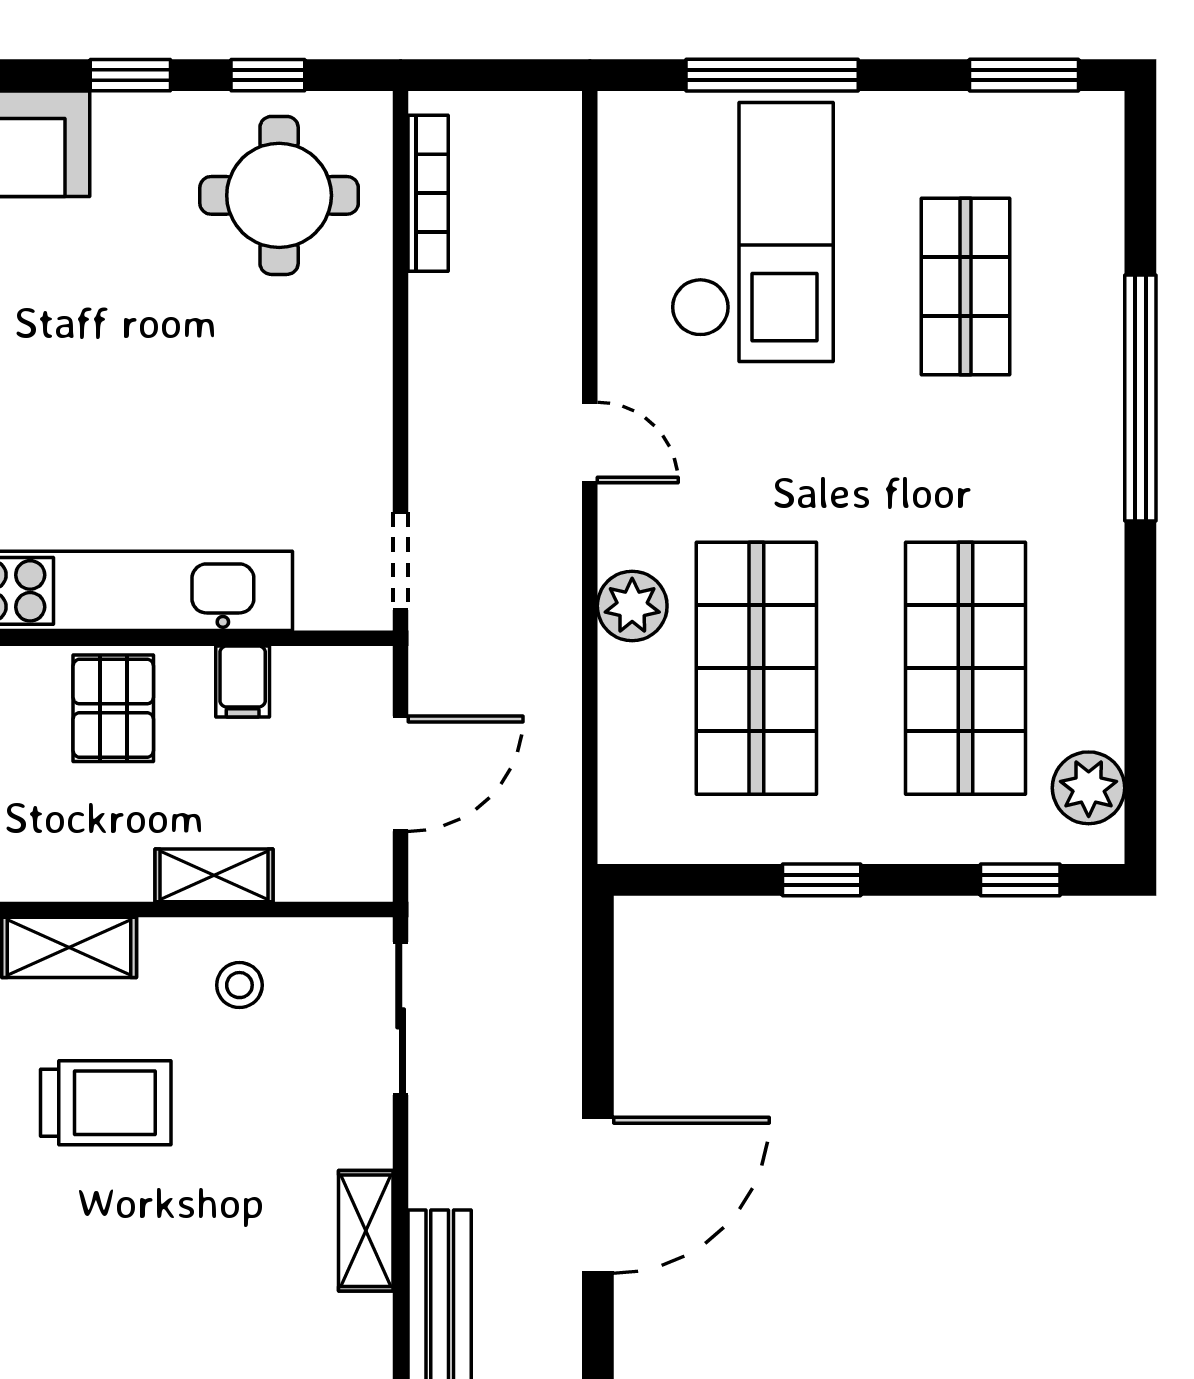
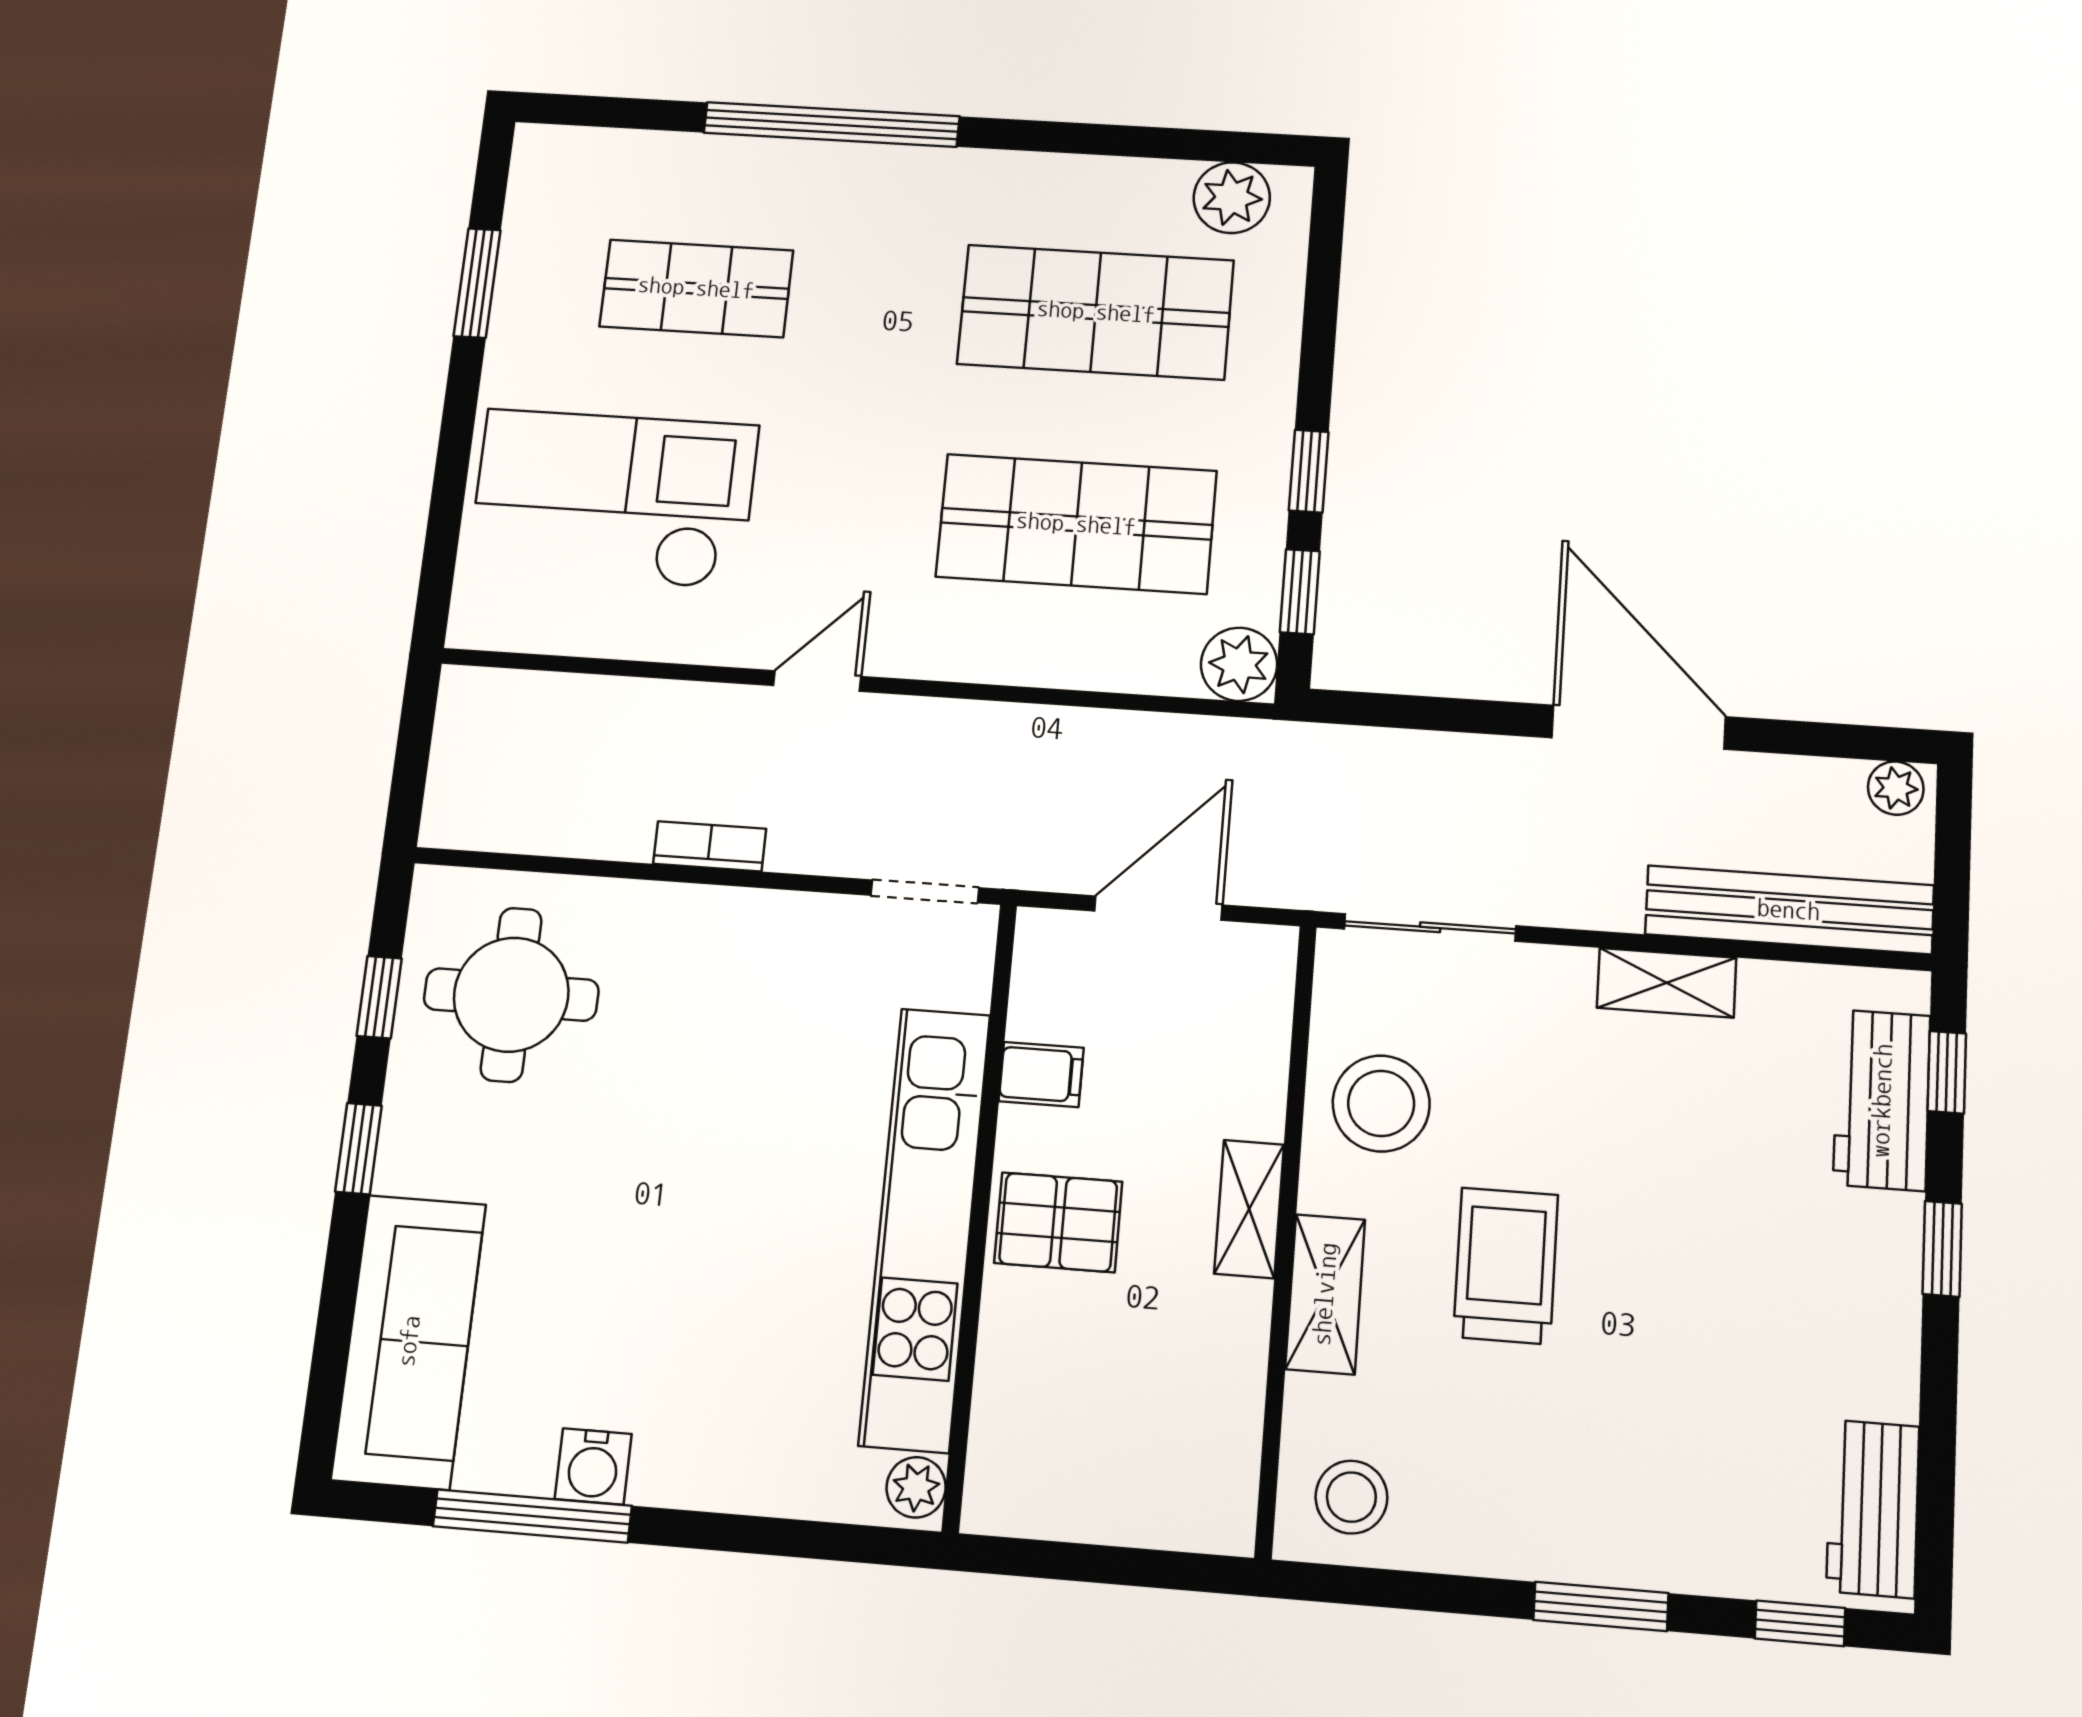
window: (772, 75) -> (452, 468), removed
window: (1024, 75) -> (477, 283), moved
bookcase: (428, 193) -> (710, 846), moved, width x0.64
plant: (632, 606) -> (1239, 664), moved
door: (401, 774) -> (1158, 908), hinge flipped
shelving: (214, 875) -> (1249, 1209), moved
window: (1020, 880) -> (1300, 592), moved
stool: (239, 985) -> (1381, 1103), width x1.89, depth x1.89

